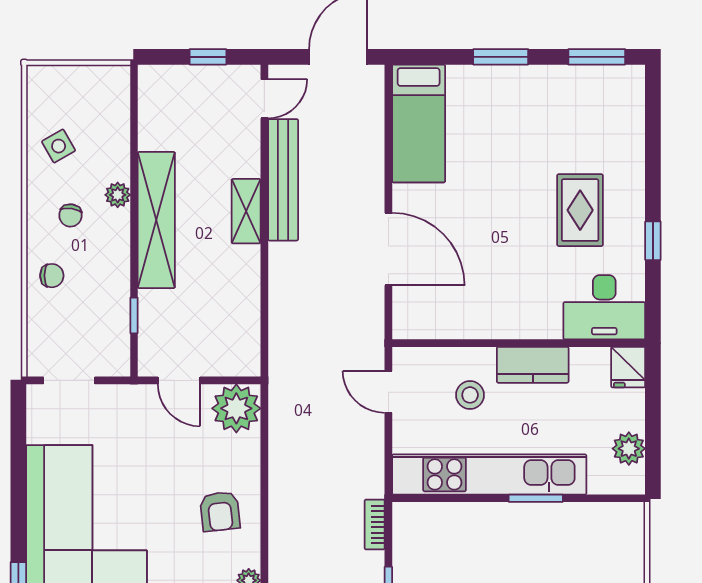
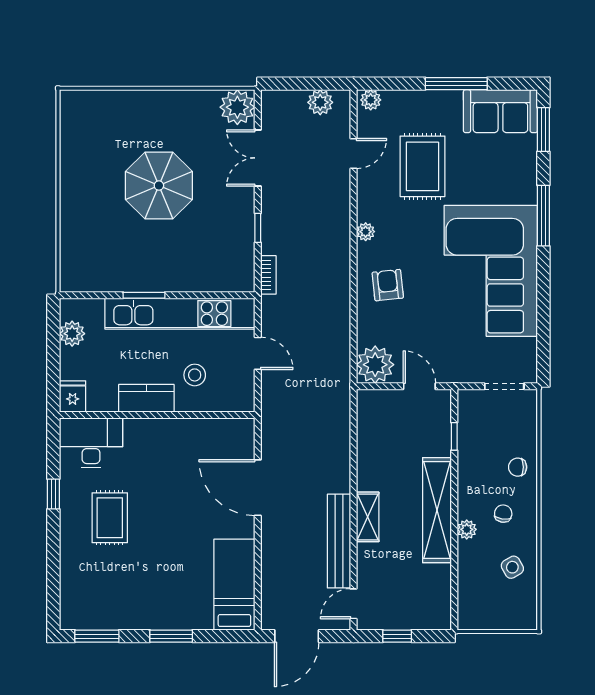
door: (388, 392) -> (258, 353), moved

